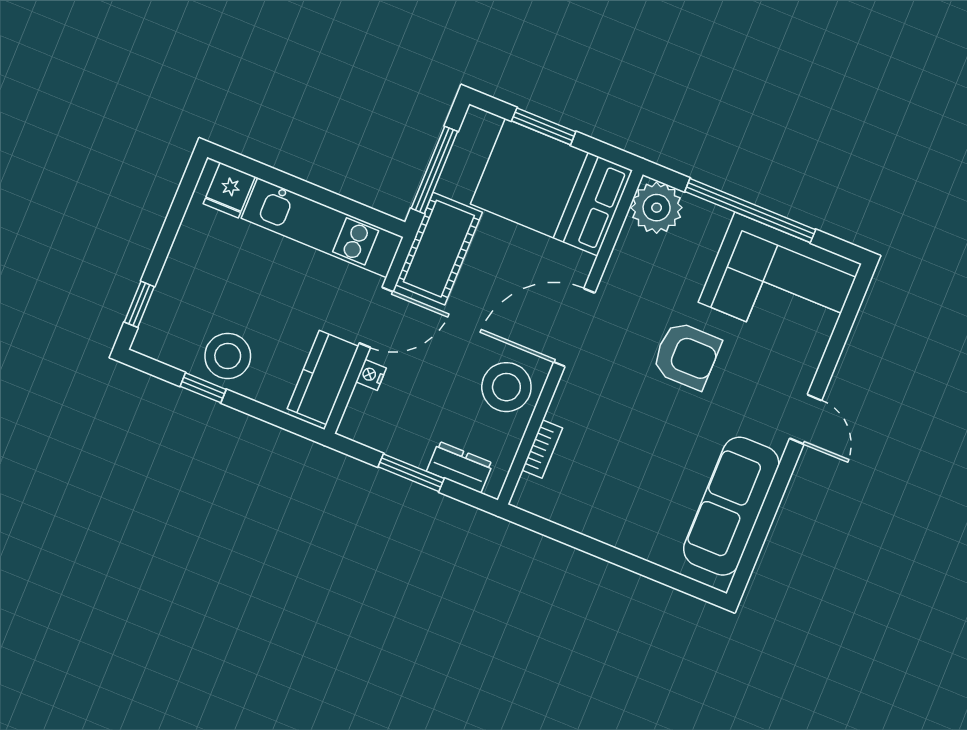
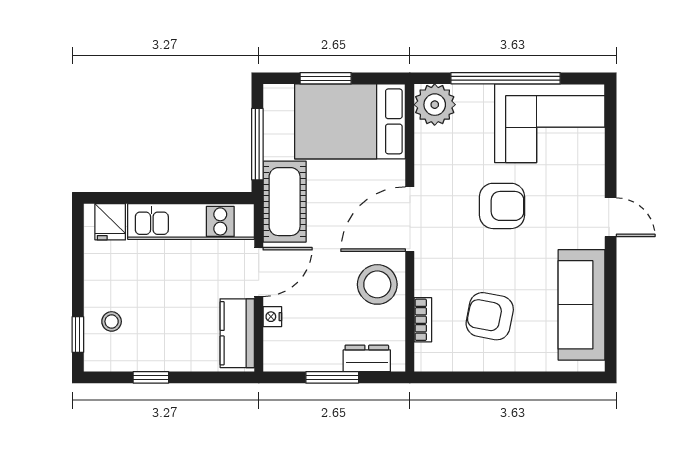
stool: (228, 356) -> (112, 321), moved, width x0.53, depth x0.53
armchair: (620, 476) -> (490, 316), added

